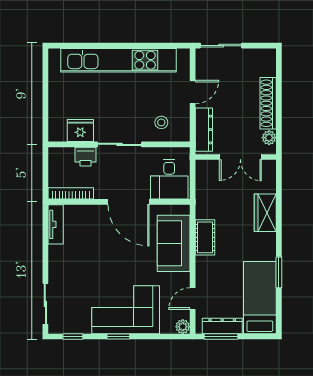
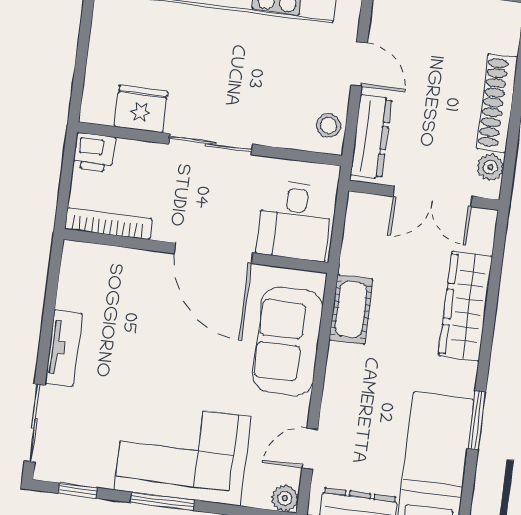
door: (193, 92) -> (359, 64), hinge flipped
stool: (161, 122) -> (329, 125), moved
printer: (86, 157) -> (94, 152), moved
wardrobe: (265, 213) -> (465, 306), width x1.50
tv unit: (56, 224) -> (64, 348), moved
cot: (205, 237) -> (351, 310), moved
window: (118, 337) -> (163, 501), width x1.50

